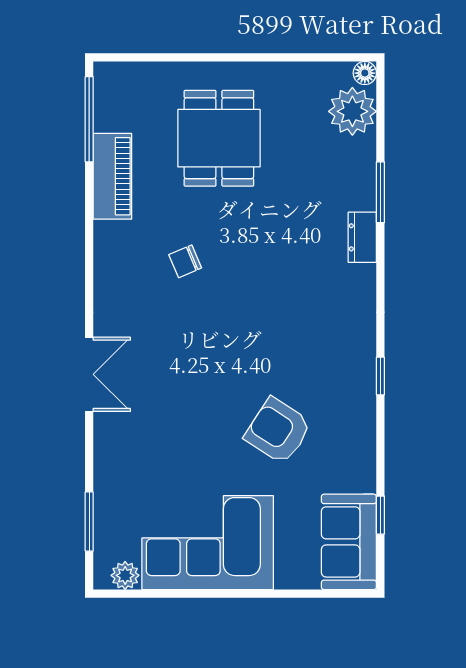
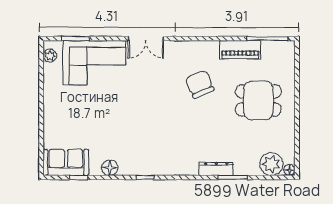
dresser: (362, 237) -> (216, 169), width x1.44
chair: (185, 261) -> (200, 84), width x1.87, depth x1.87
armchair: (278, 431) -> (119, 129), removed
floor lamp: (360, 450) -> (110, 168), added
corner sofa: (208, 543) -> (94, 63), moved, turned 90

